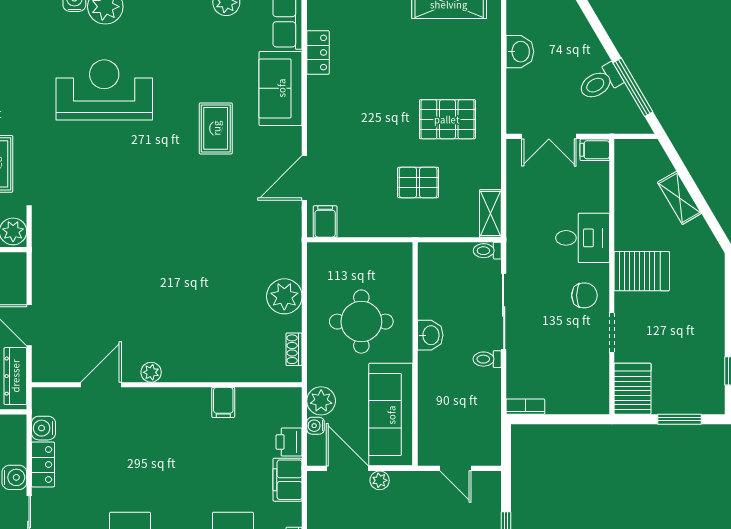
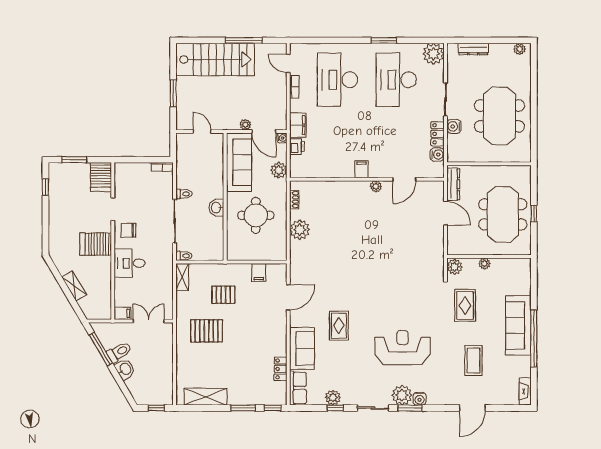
washbasin: (520, 52) -> (125, 369), moved, turned 149
reception desk: (104, 90) -> (403, 348), turned 180
filing cabinet: (325, 221) -> (259, 272), moved
filing cabinet: (223, 402) -> (361, 169), moved
water cooler: (316, 426) -> (282, 138), moved

